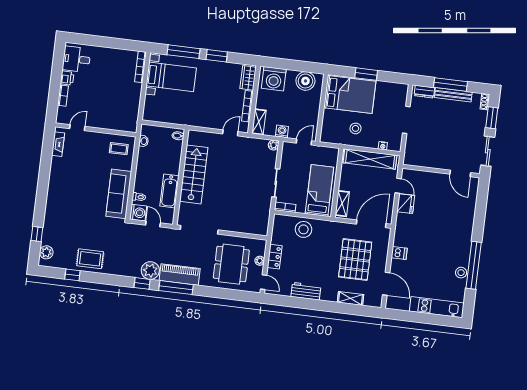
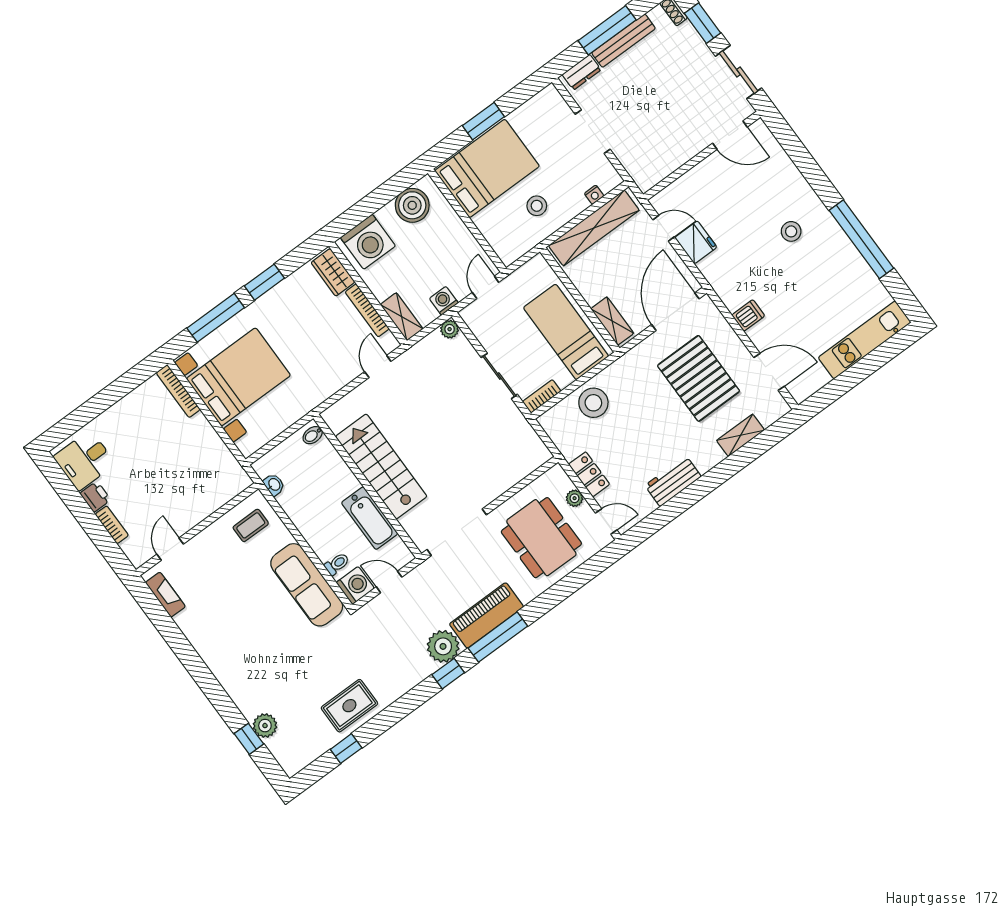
bed with nightstands: (171, 77) -> (238, 377), width x1.36
plant: (46, 252) -> (265, 726), moved
stool: (461, 273) -> (791, 231), moved

